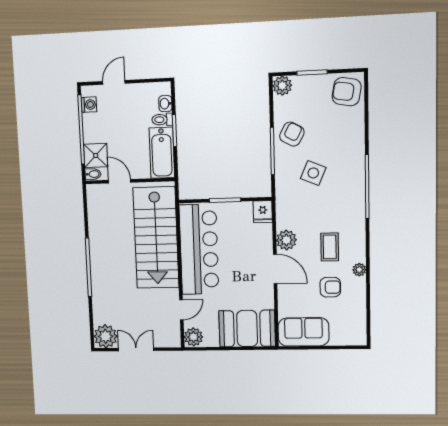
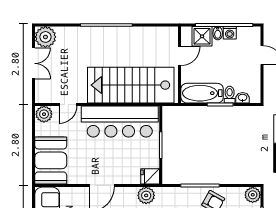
washing machine: (89, 105) -> (230, 33), moved
bidet: (93, 174) -> (218, 33), moved
plant: (286, 240) -> (146, 195), moved
door: (181, 310) -> (68, 105), hinge flipped

